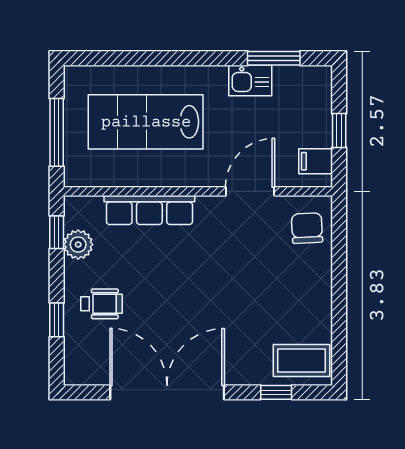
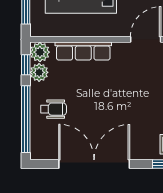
plant: (79, 212) -> (40, 52), added
window: (57, 320) -> (26, 119), width x3.17

